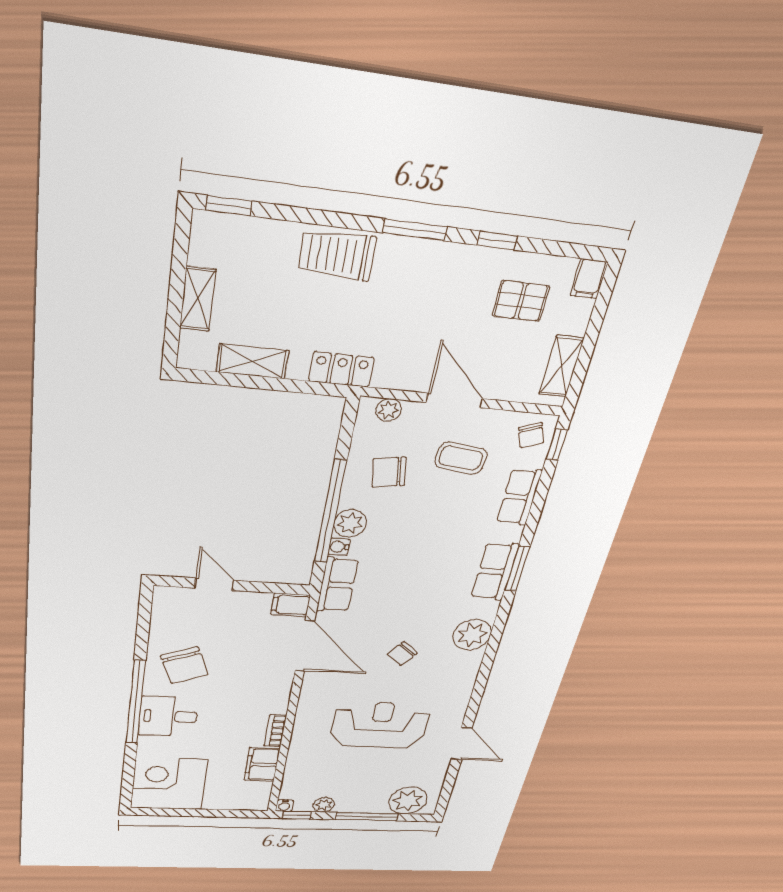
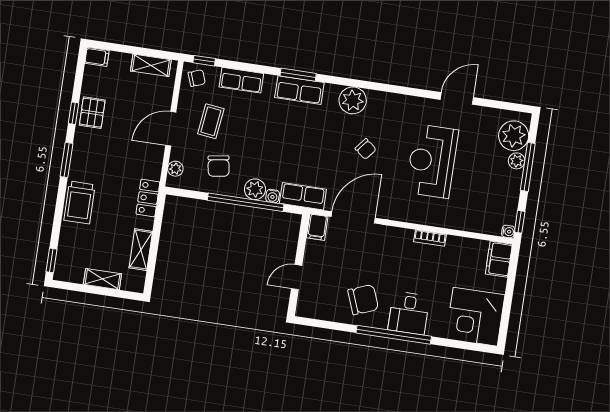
pallet: (521, 301) -> (92, 113), moved
filing cabinet: (262, 765) -> (499, 259), moved, turned 90
plant: (324, 805) -> (517, 161), moved

